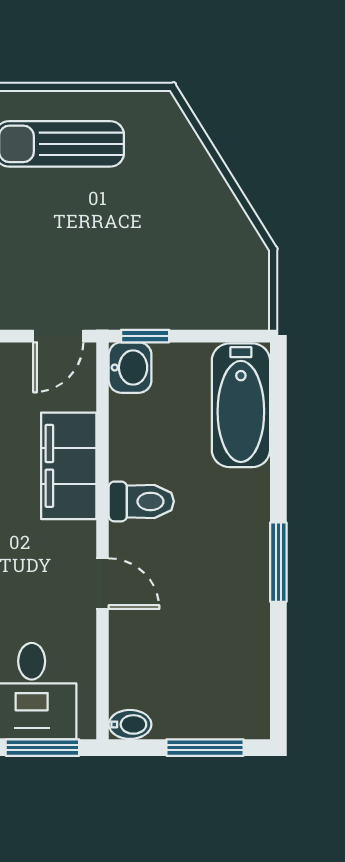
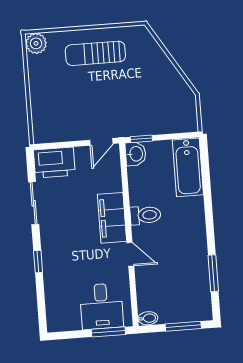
filing cabinet: (69, 466) -> (112, 218), moved
window: (278, 562) -> (213, 273), moved

